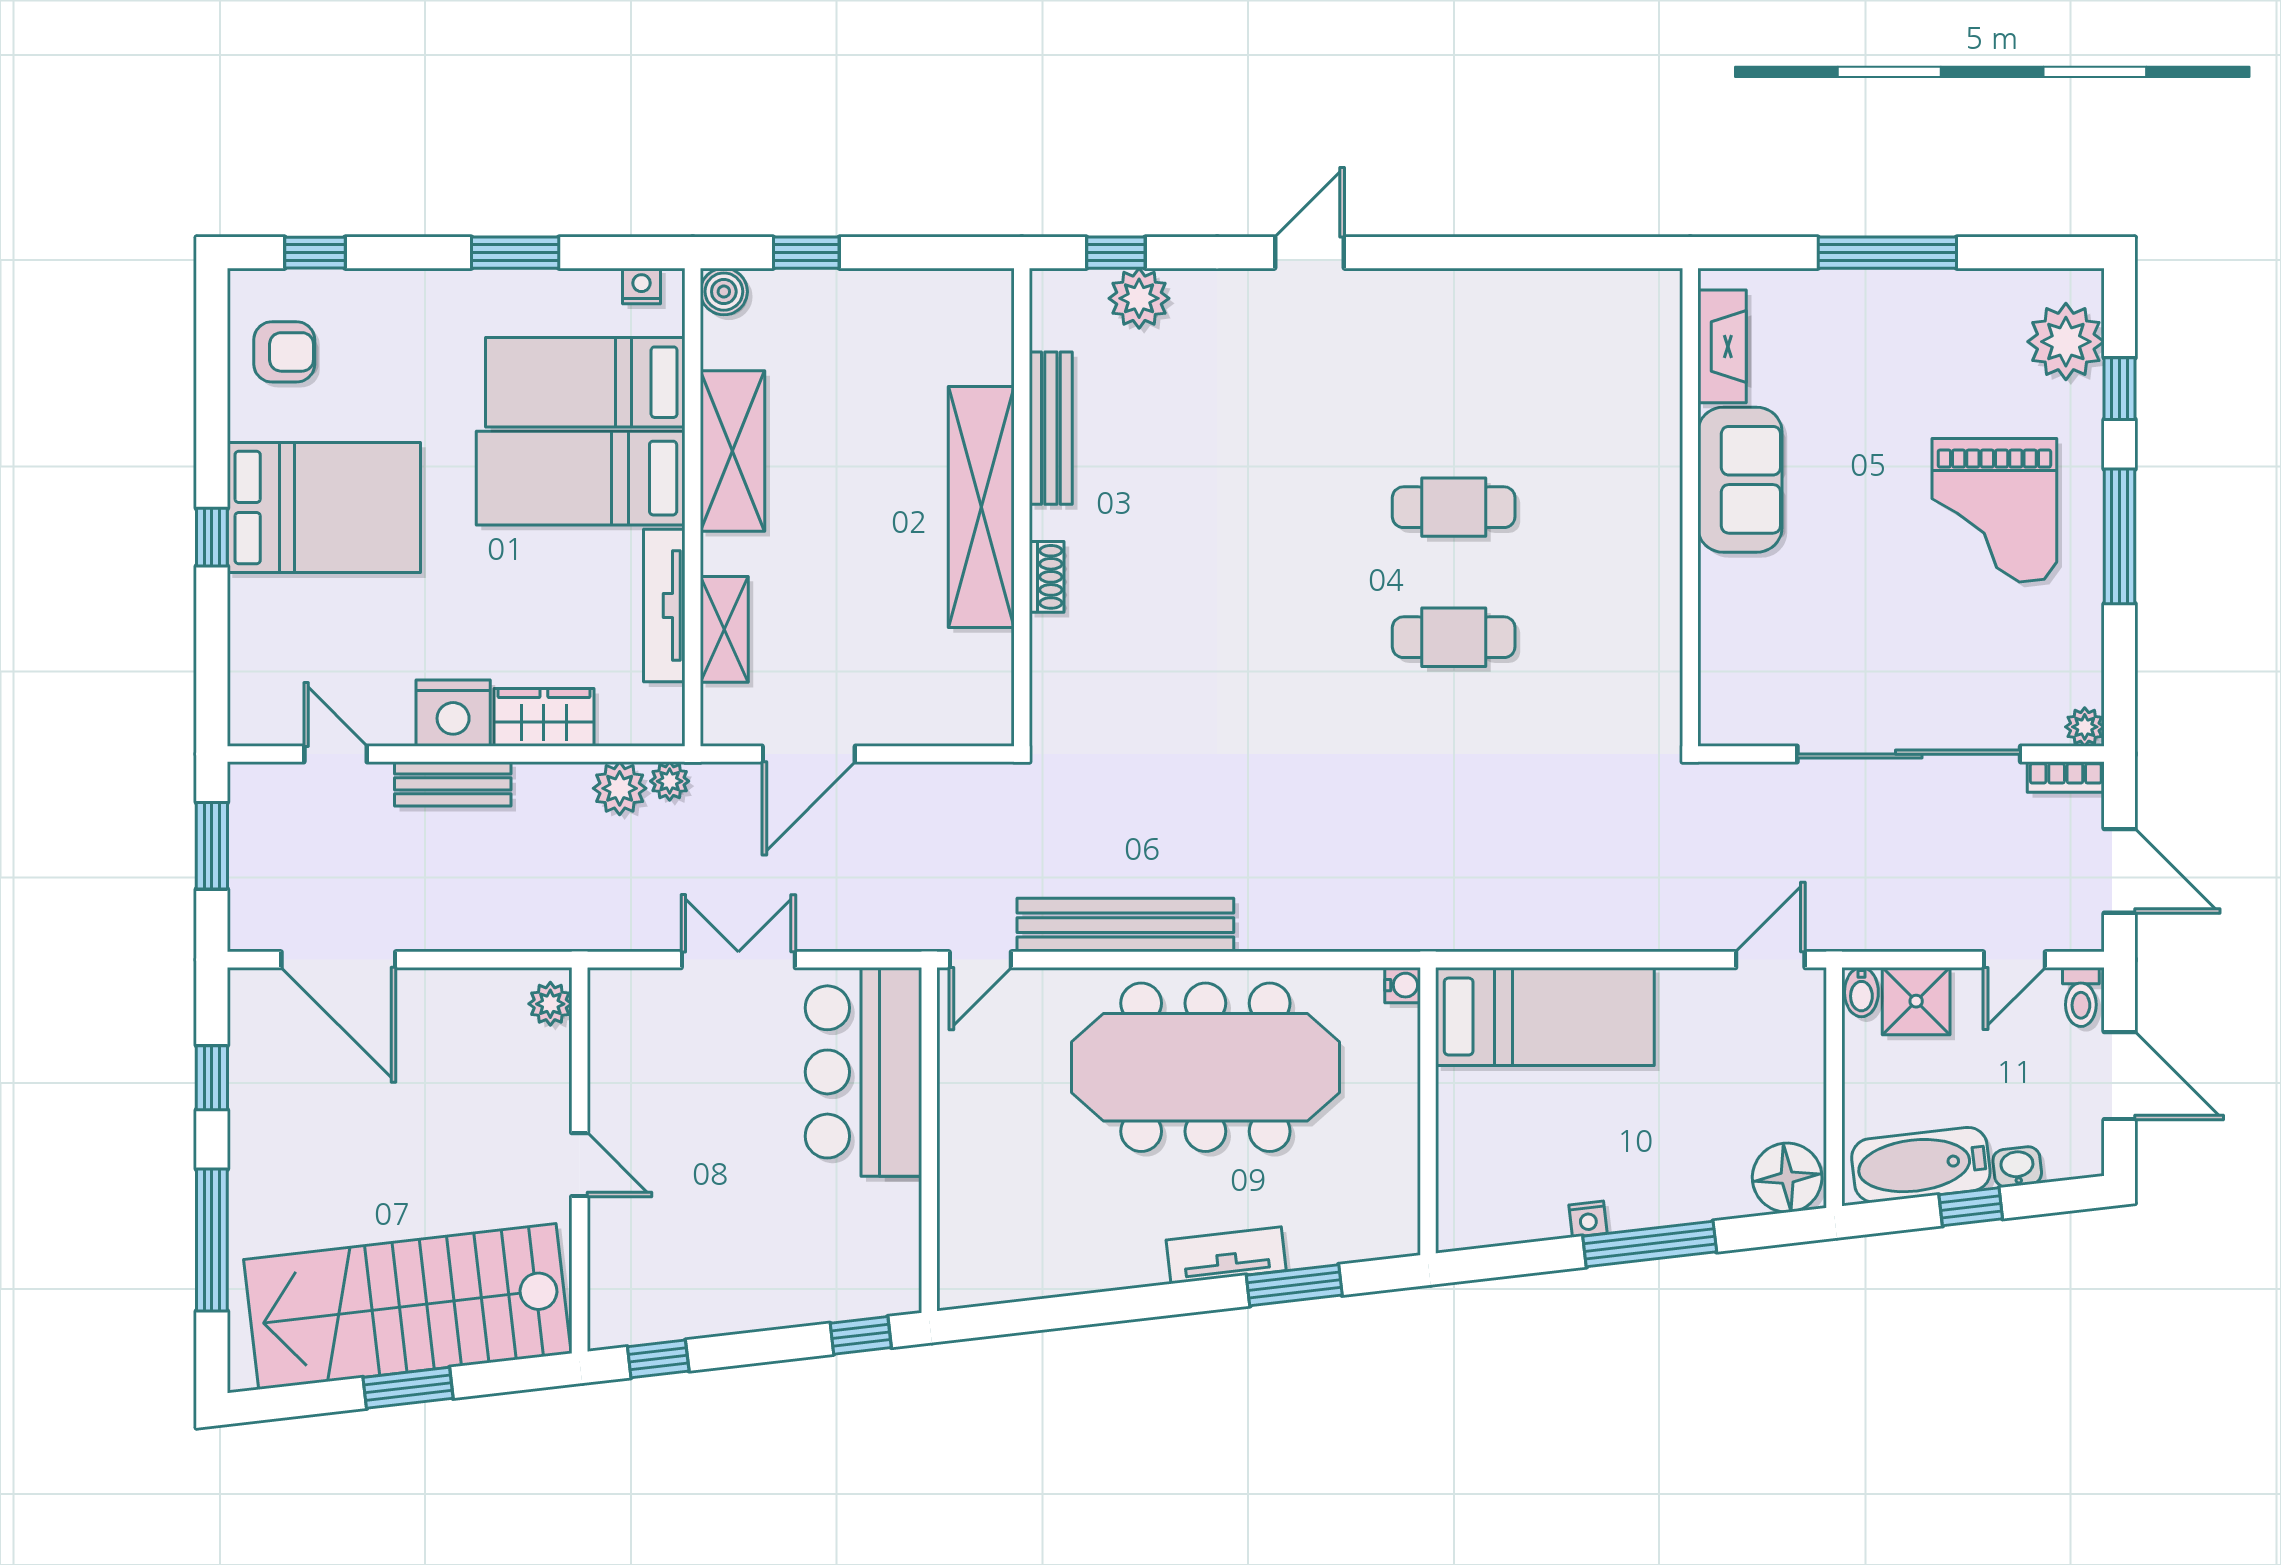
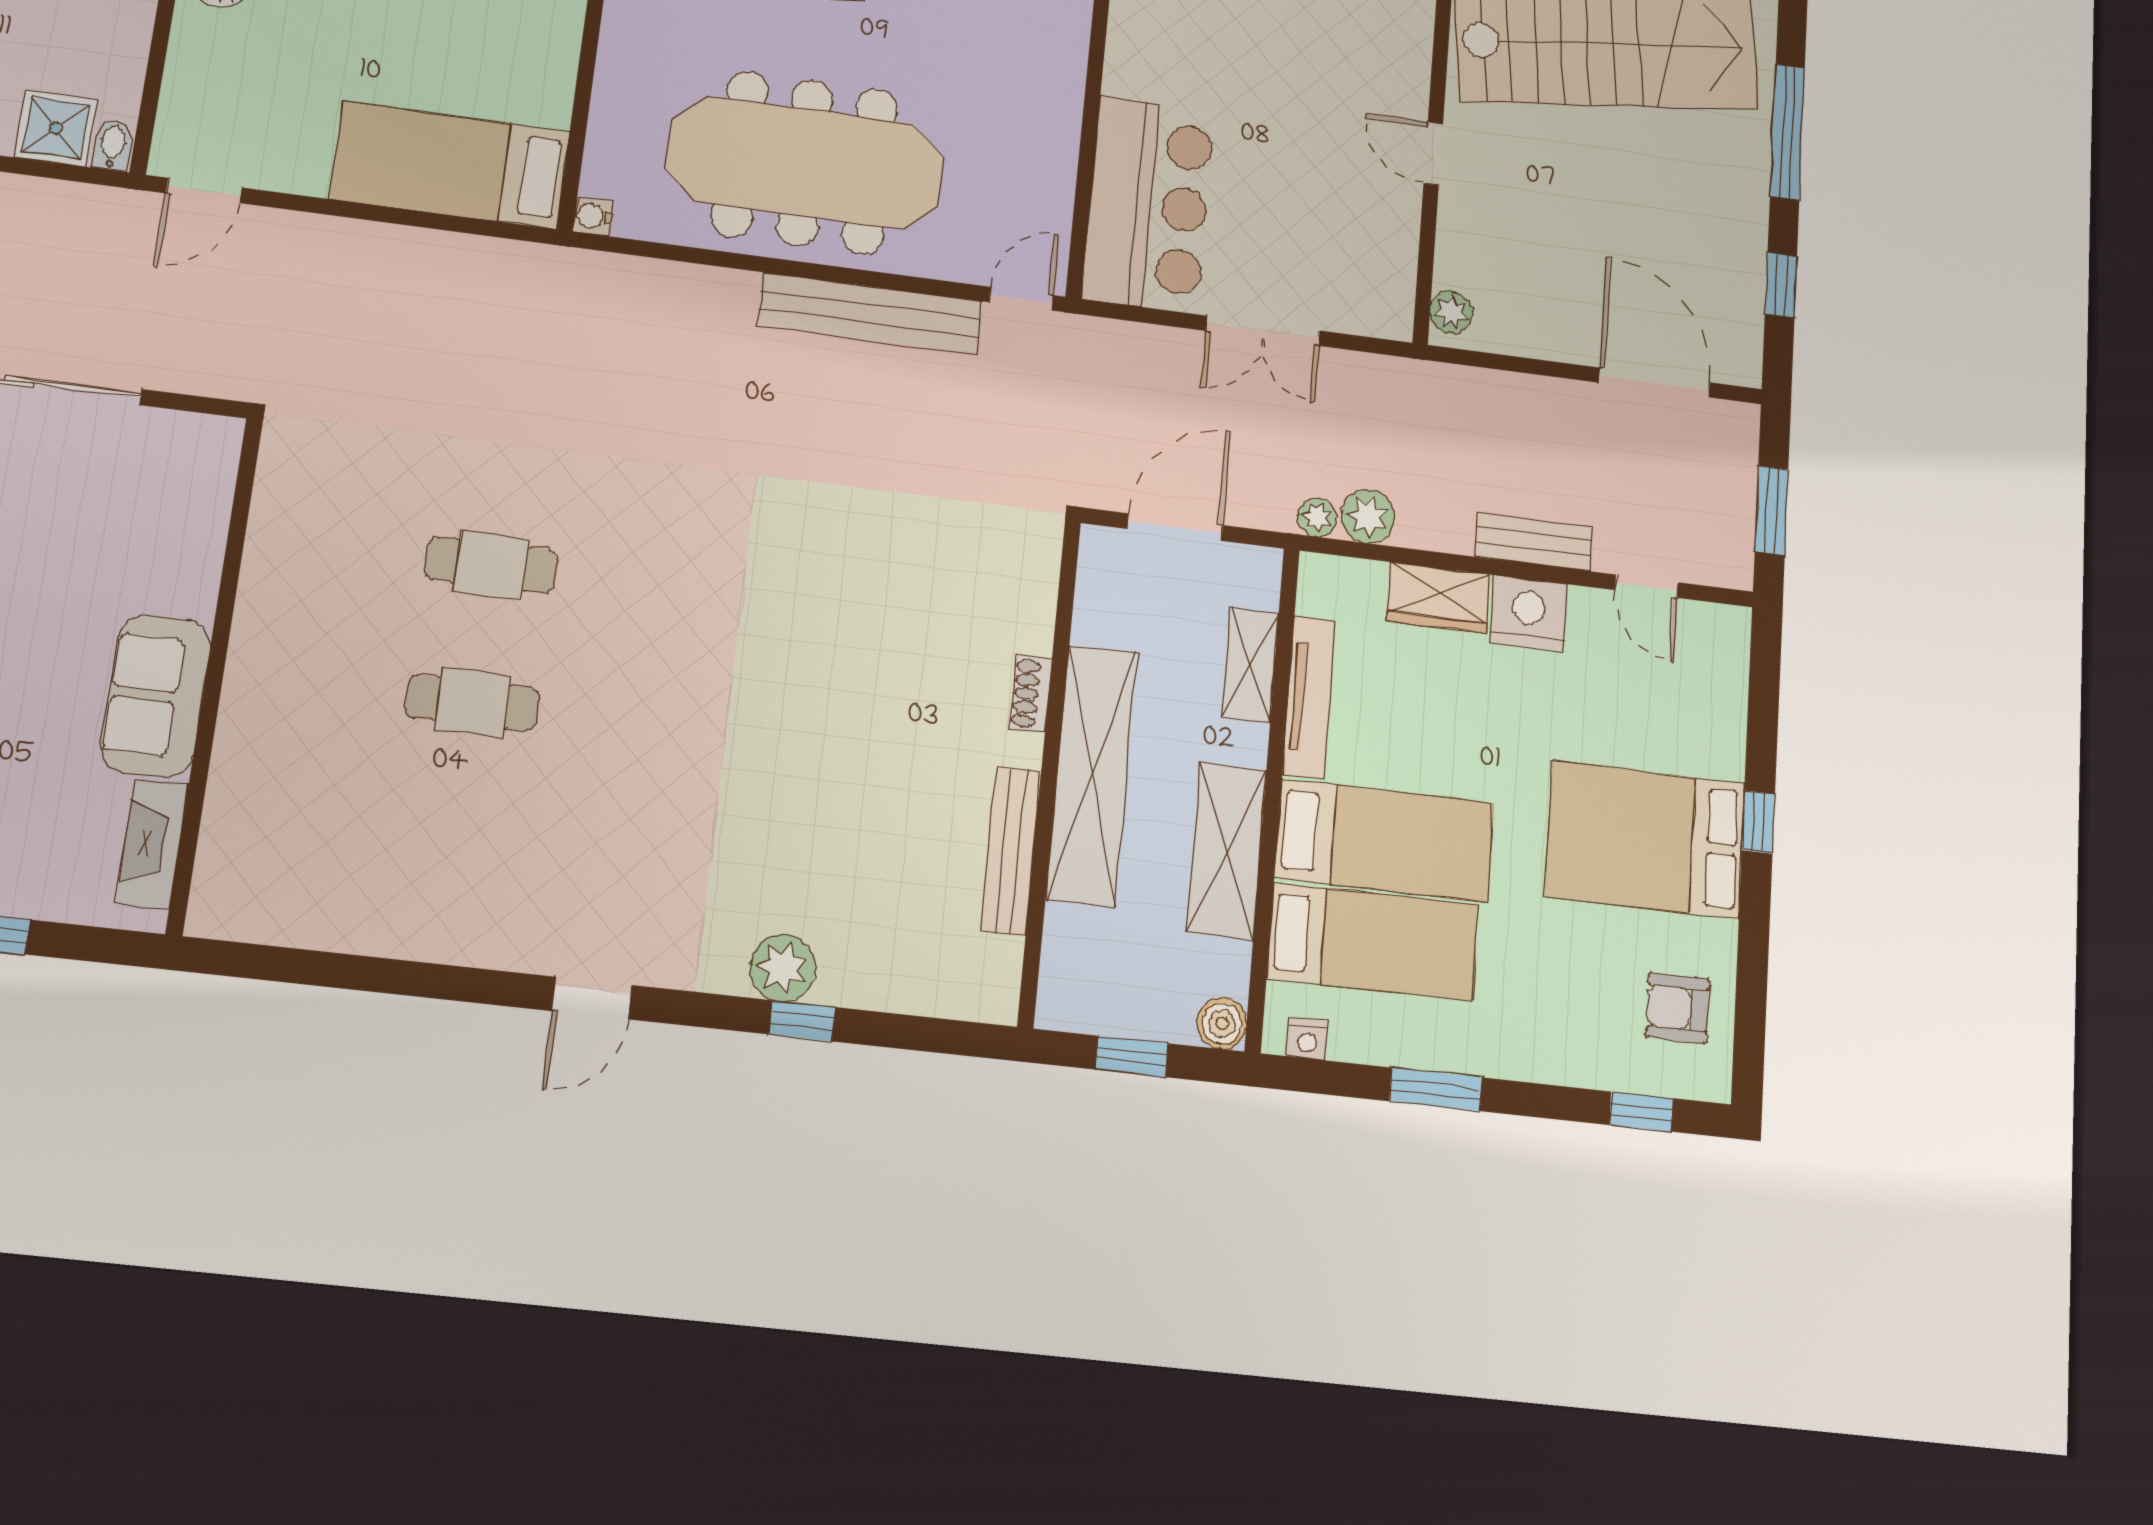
bench: (1051, 428) -> (1011, 851), moved
shelving: (981, 507) -> (1092, 775), moved
wall: (1022, 507) -> (1049, 770), moved
shoe rack: (1047, 577) -> (1031, 694), moved

